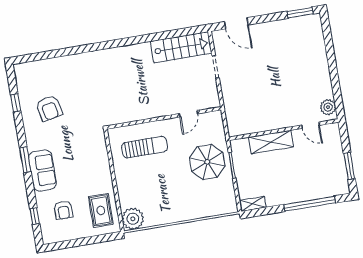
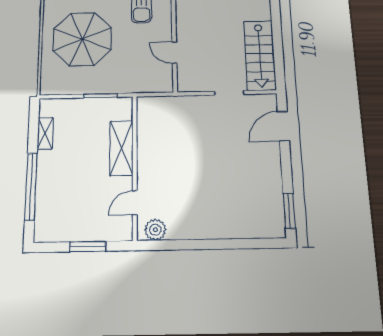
parasol: (207, 162) -> (82, 39), moved, width x1.36, depth x1.36
window: (349, 166) -> (88, 247), moved
shelving: (253, 204) -> (45, 133), moved

